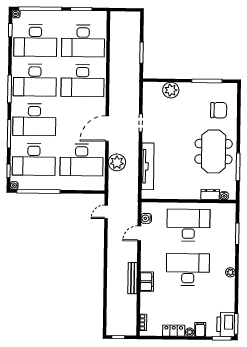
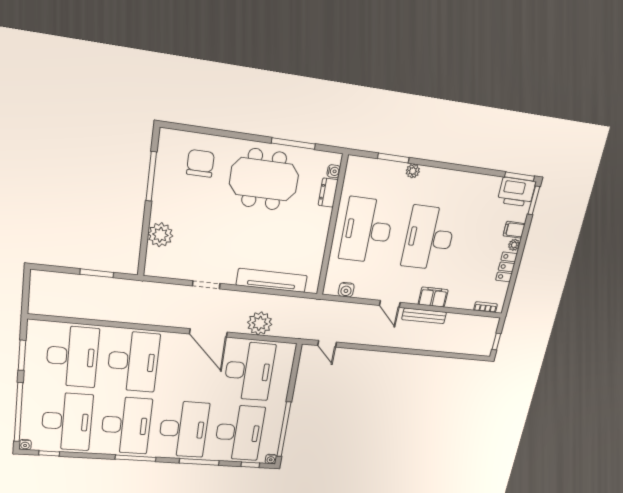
door: (139, 233) -> (390, 304), moved
plant: (230, 272) -> (413, 171), moved

